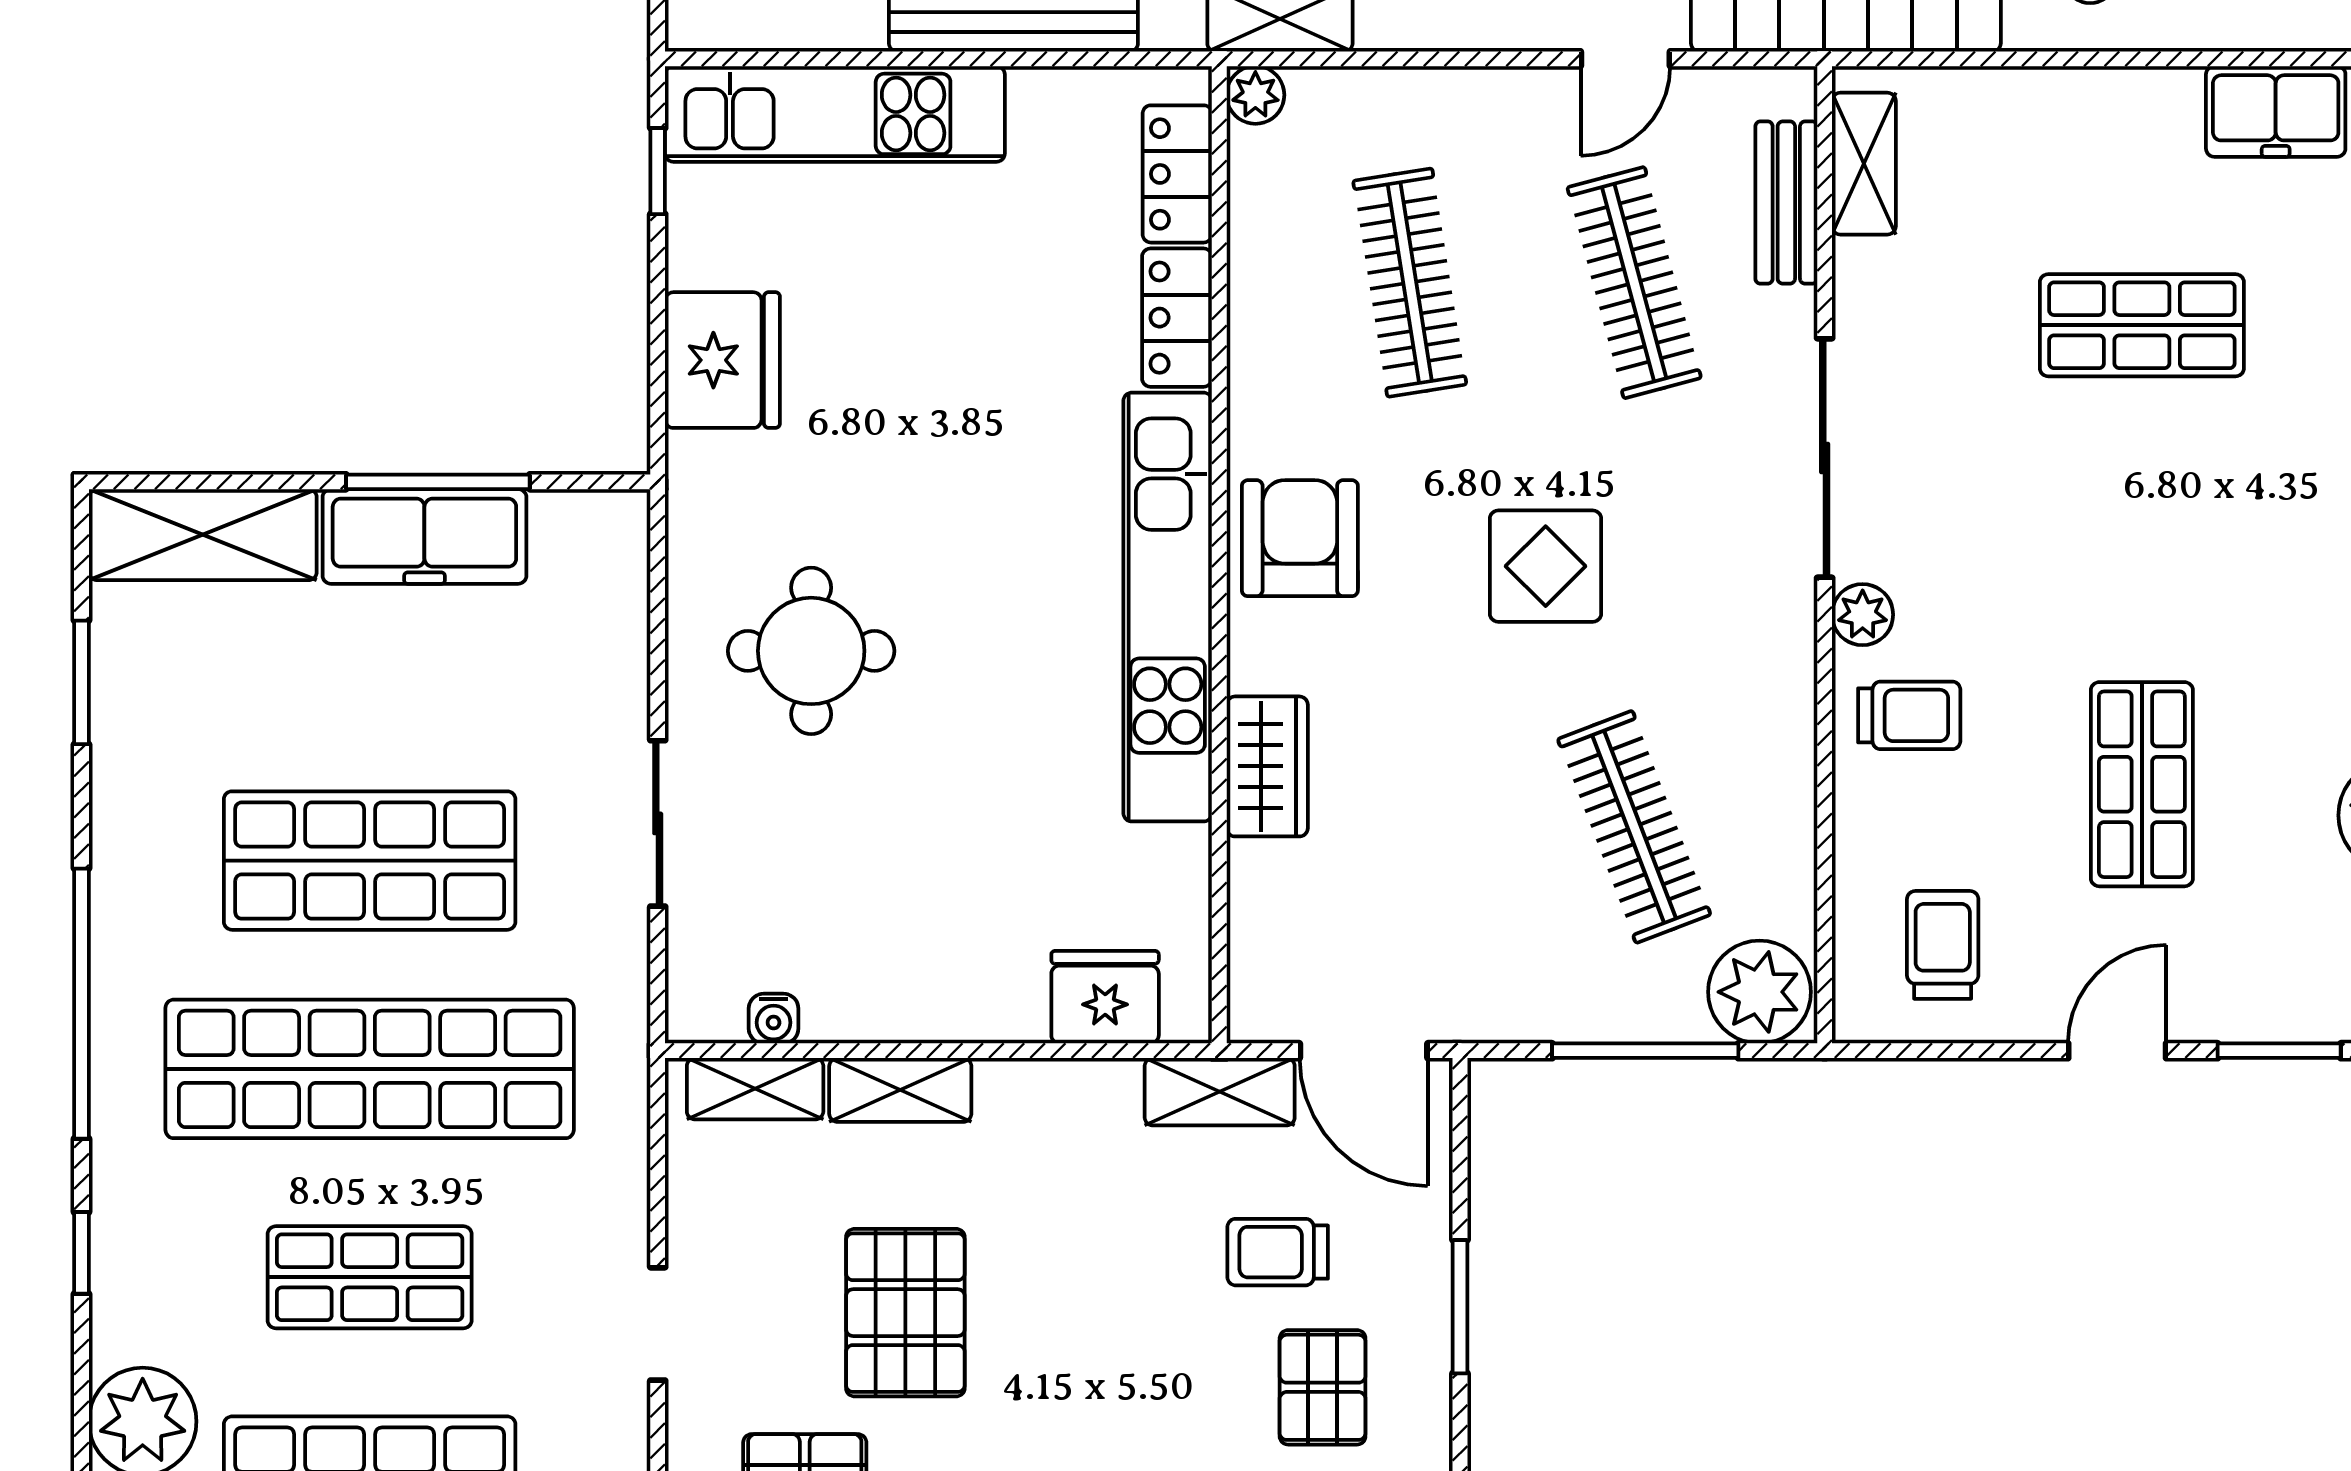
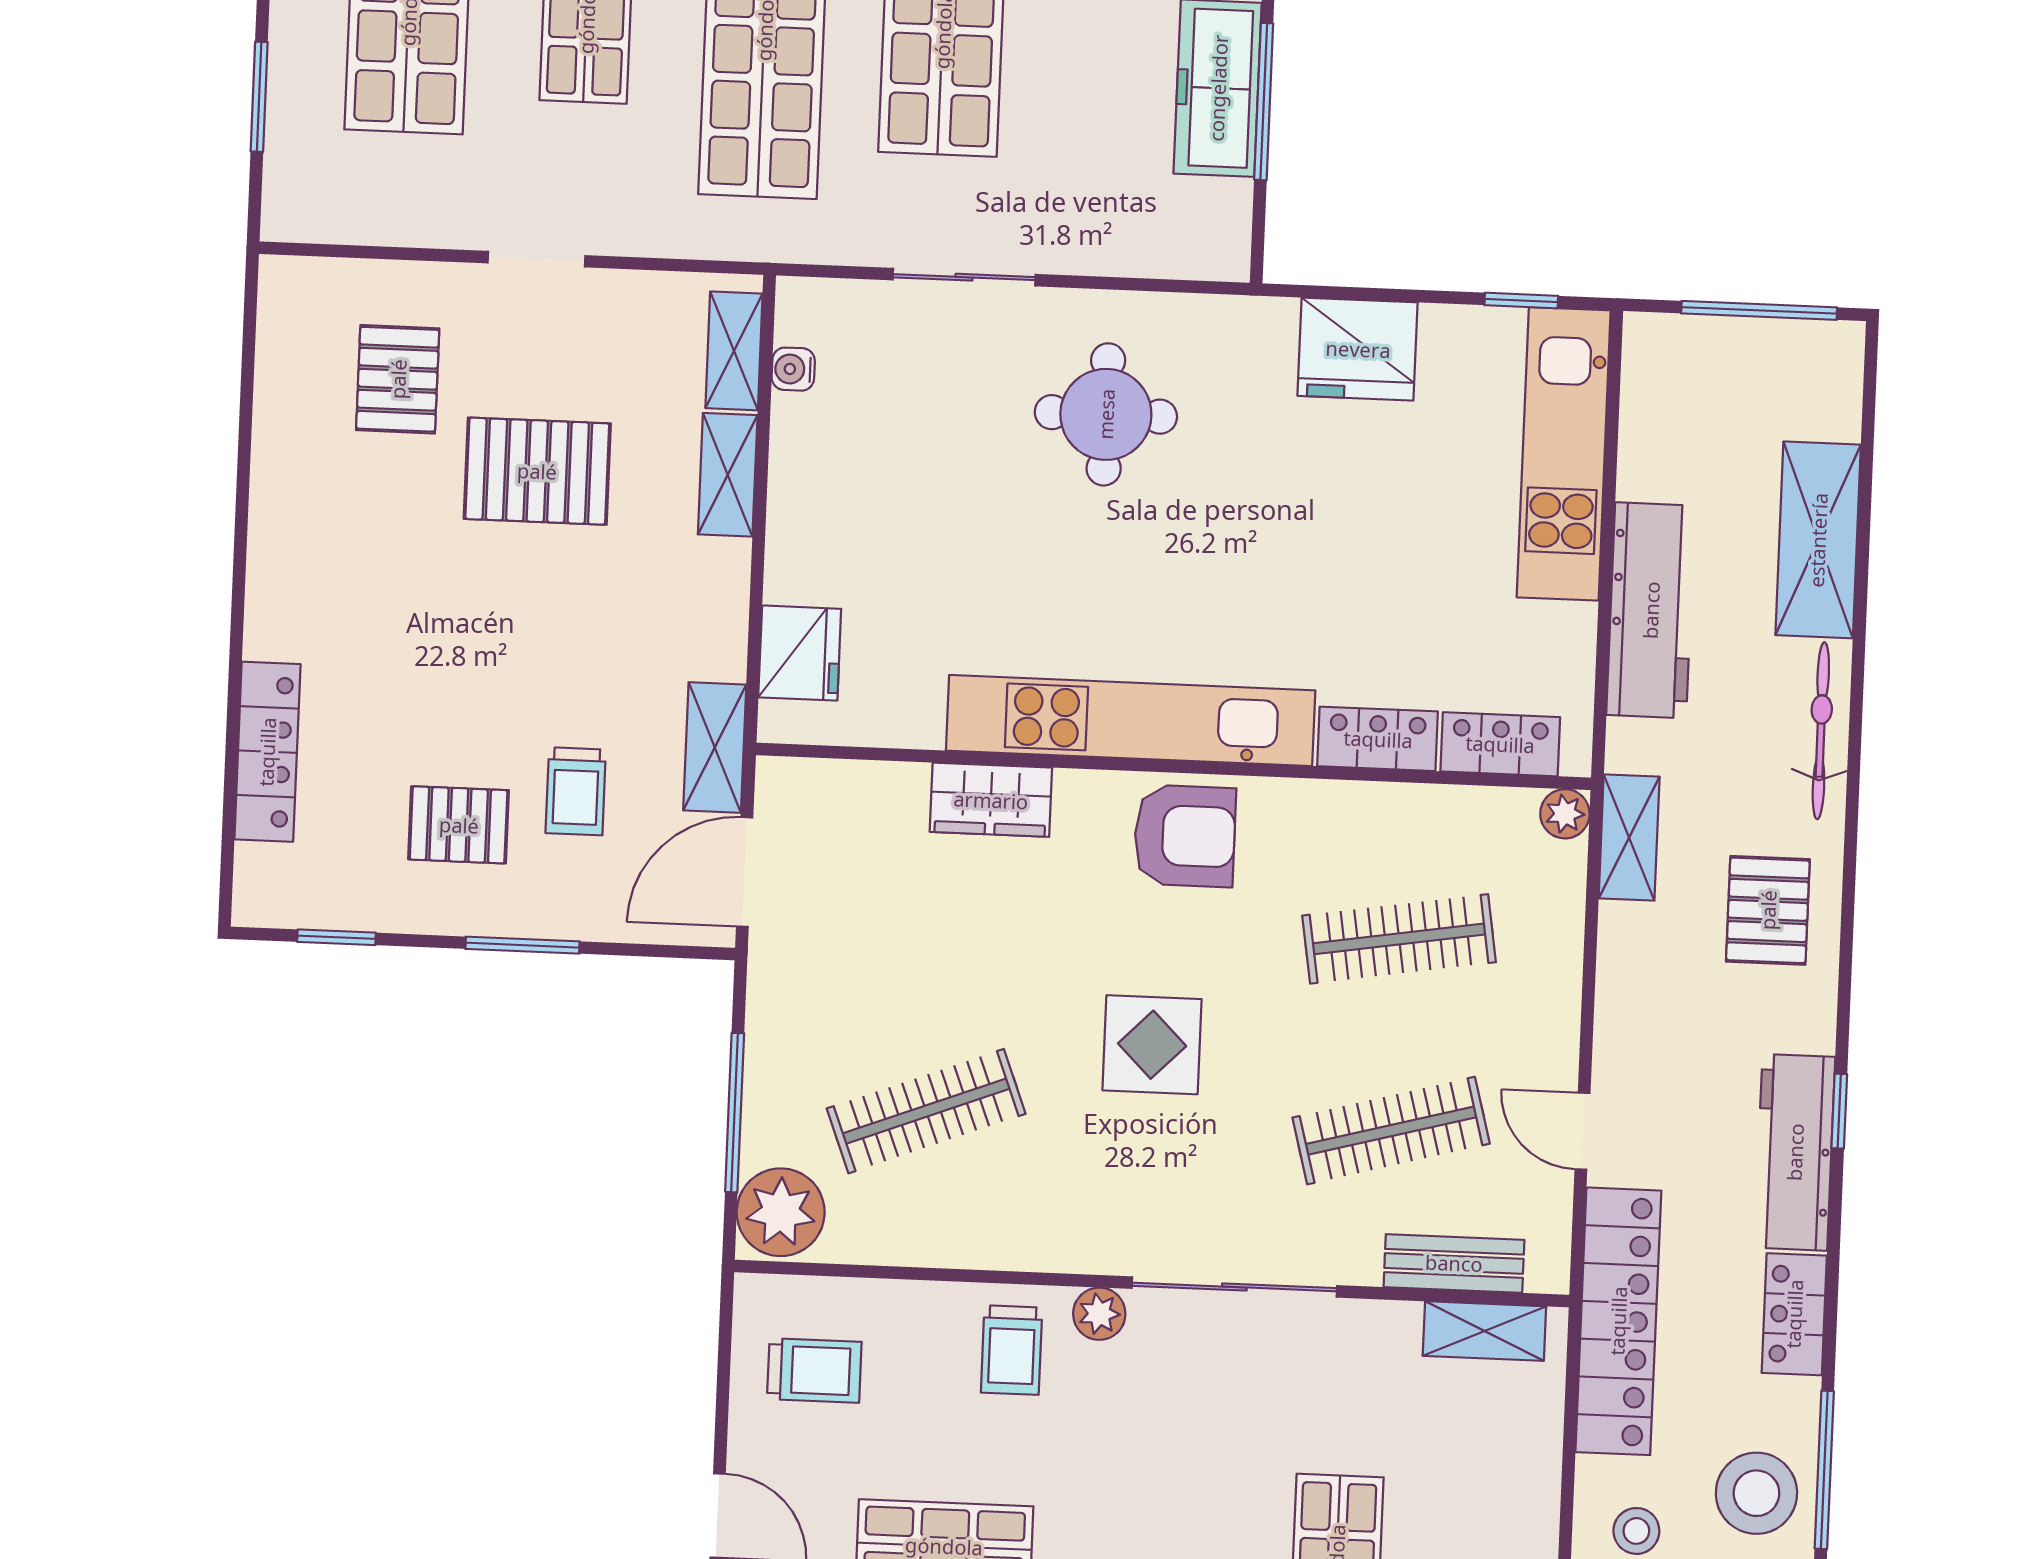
trolley: (1278, 1252) -> (576, 791), turned 180

